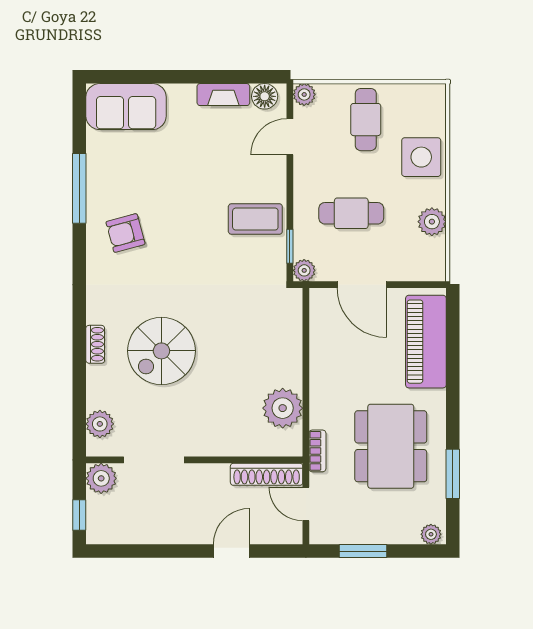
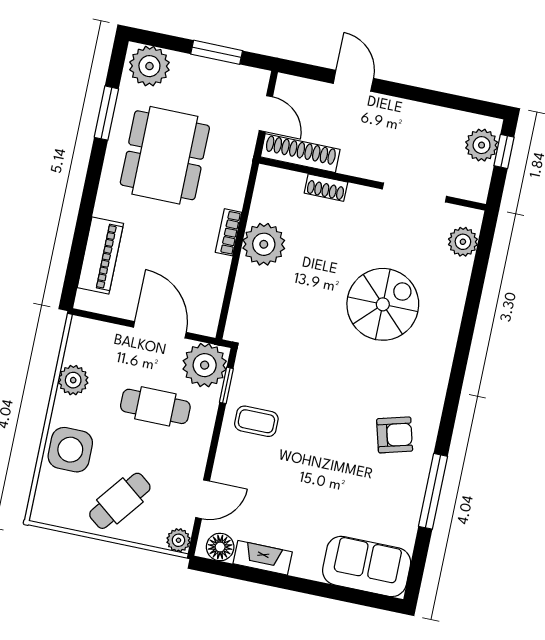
cafe table: (366, 120) -> (120, 501), turned 38
coffee table: (255, 219) -> (256, 421), width x0.73, depth x0.77
plant: (304, 270) -> (205, 365), width x1.87, depth x1.87
piano: (426, 342) -> (100, 256), width x0.73, depth x0.75
shoe rack: (95, 344) -> (326, 188), moved, turned -90
plant: (283, 408) -> (264, 244), moved
bookcase: (317, 451) -> (228, 232), moved
plant: (101, 478) -> (482, 145), moved
plant: (431, 534) -> (149, 66), width x1.88, depth x1.88
door: (232, 551) -> (353, 81), swing flipped

